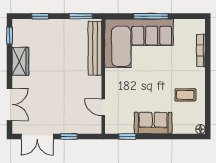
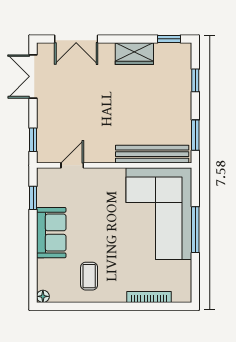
window: (69, 136) -> (33, 140), moved

